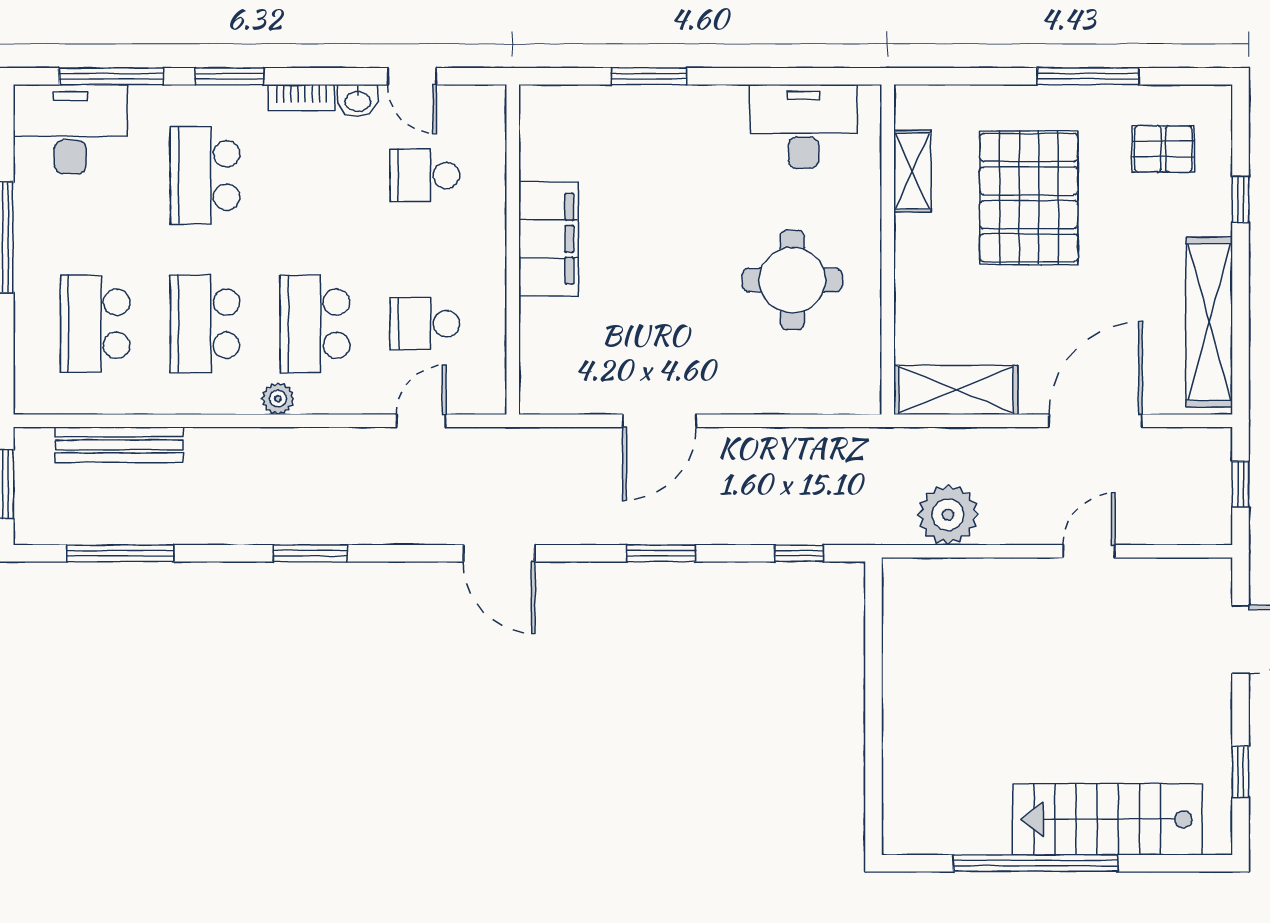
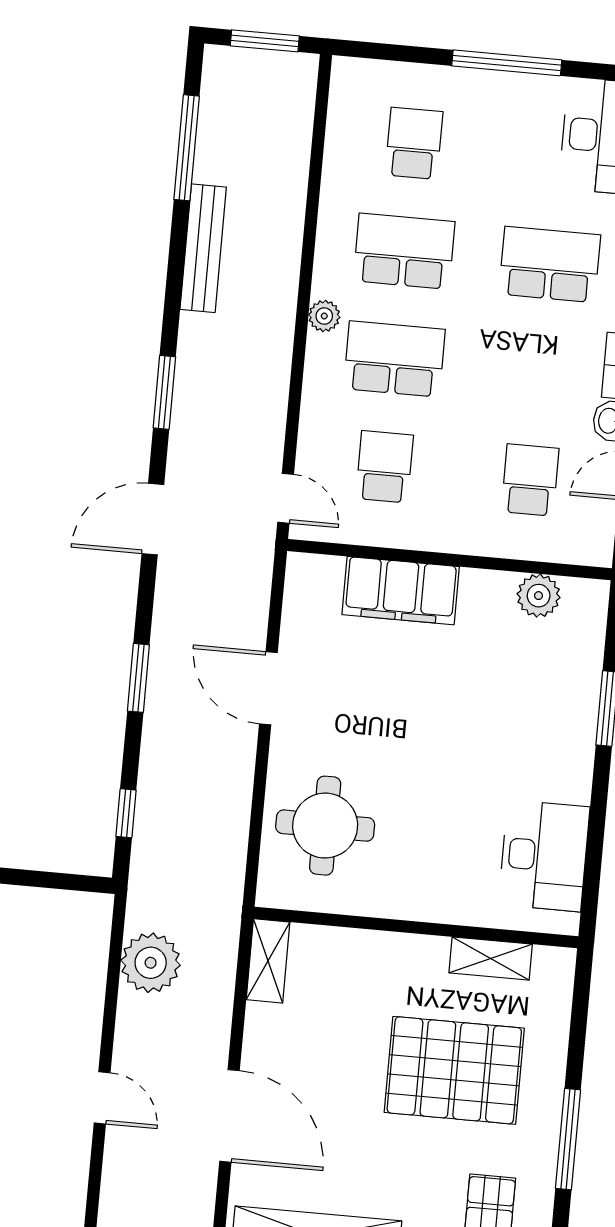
plant: (541, 156) -> (539, 596), added
filing cabinet: (549, 239) -> (401, 591), moved
round table: (792, 280) -> (325, 826), moved
school desk: (95, 324) -> (414, 143), width x0.54
shelving: (956, 390) -> (268, 961), width x0.67, depth x0.75
door: (421, 421) -> (286, 498), moved
bench: (119, 445) -> (203, 248), moved
window: (310, 553) -> (164, 392), moved

